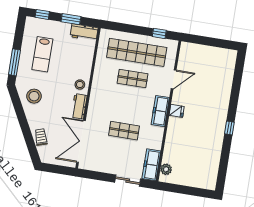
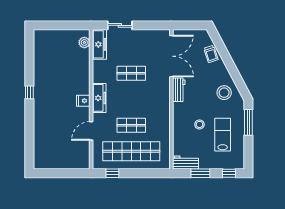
stool: (80, 85) -> (199, 124), moved

